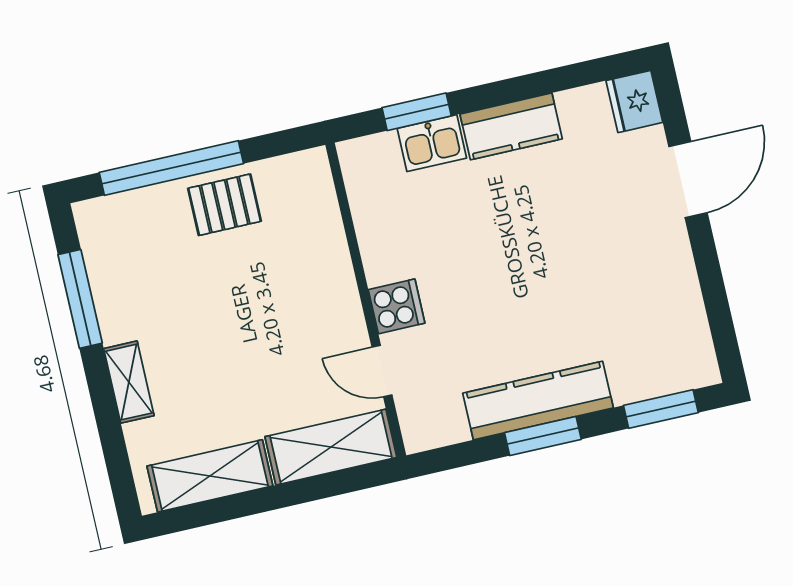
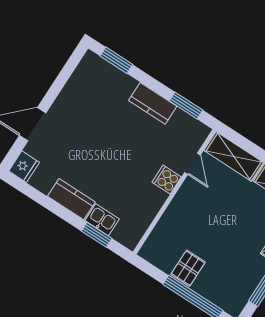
pallet: (225, 205) -> (188, 268), turned 90
kitchen counter: (538, 401) -> (153, 103), width x0.67
window: (543, 436) -> (186, 106), moved

